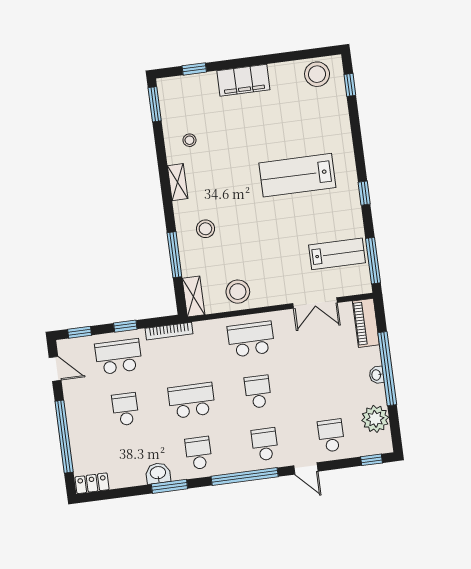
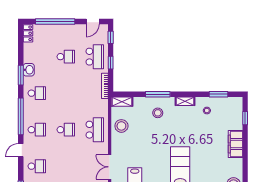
window: (155, 104) -> (219, 94), moved
window: (174, 255) -> (158, 94), moved
school desk: (192, 400) -> (66, 93), removed

